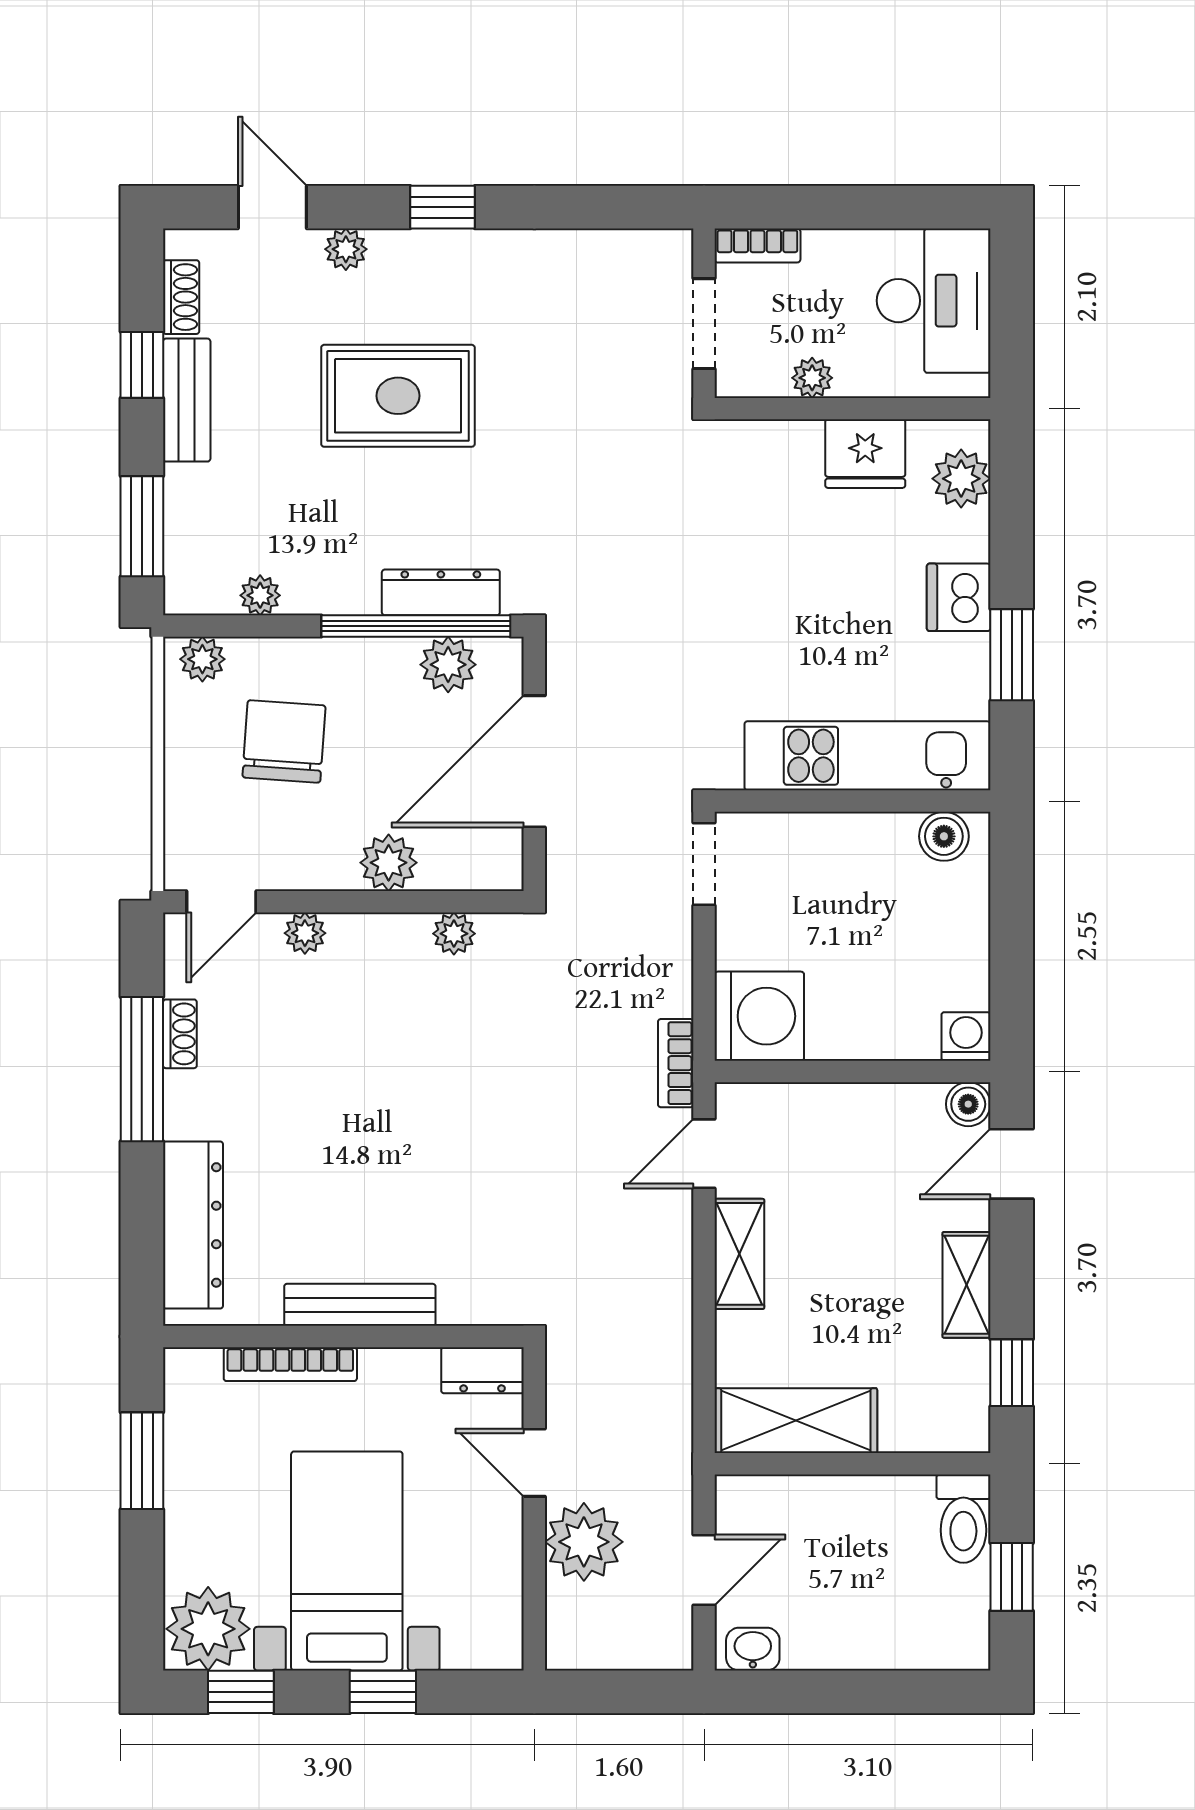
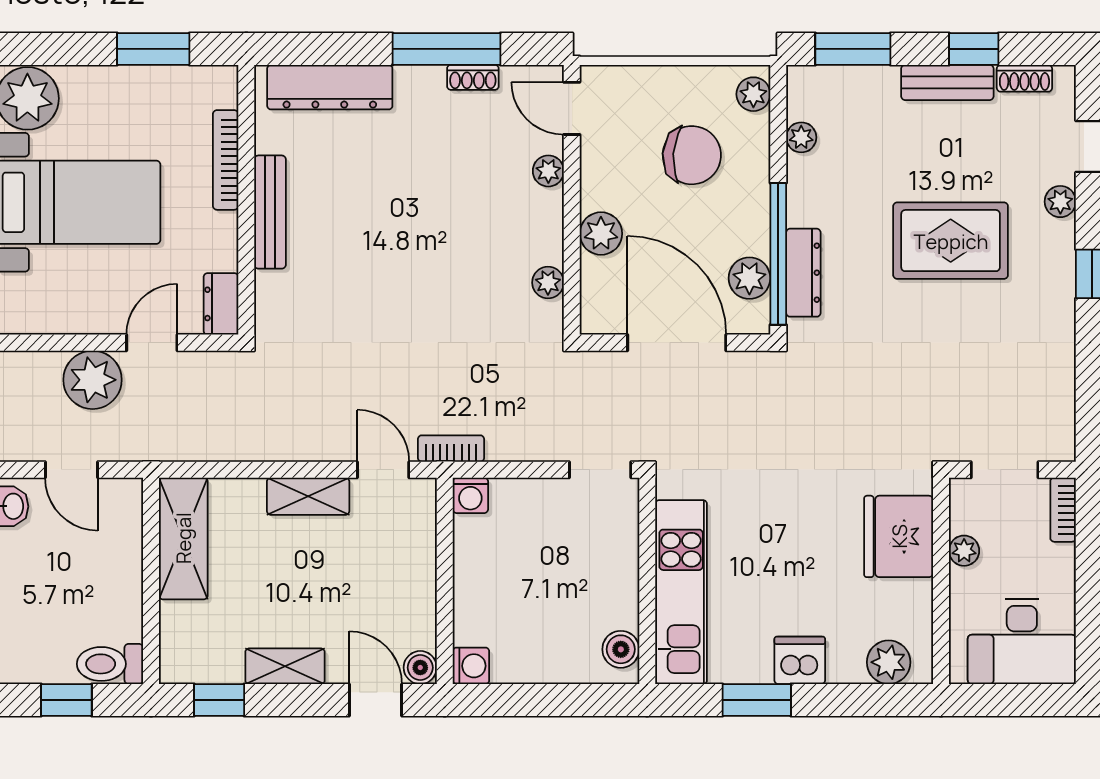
rug: (398, 396) -> (951, 241), turned 90
fridge: (865, 454) -> (899, 536), moved, width x1.36, depth x1.34
washing machine: (759, 1016) -> (470, 495), width x0.53, depth x0.53

